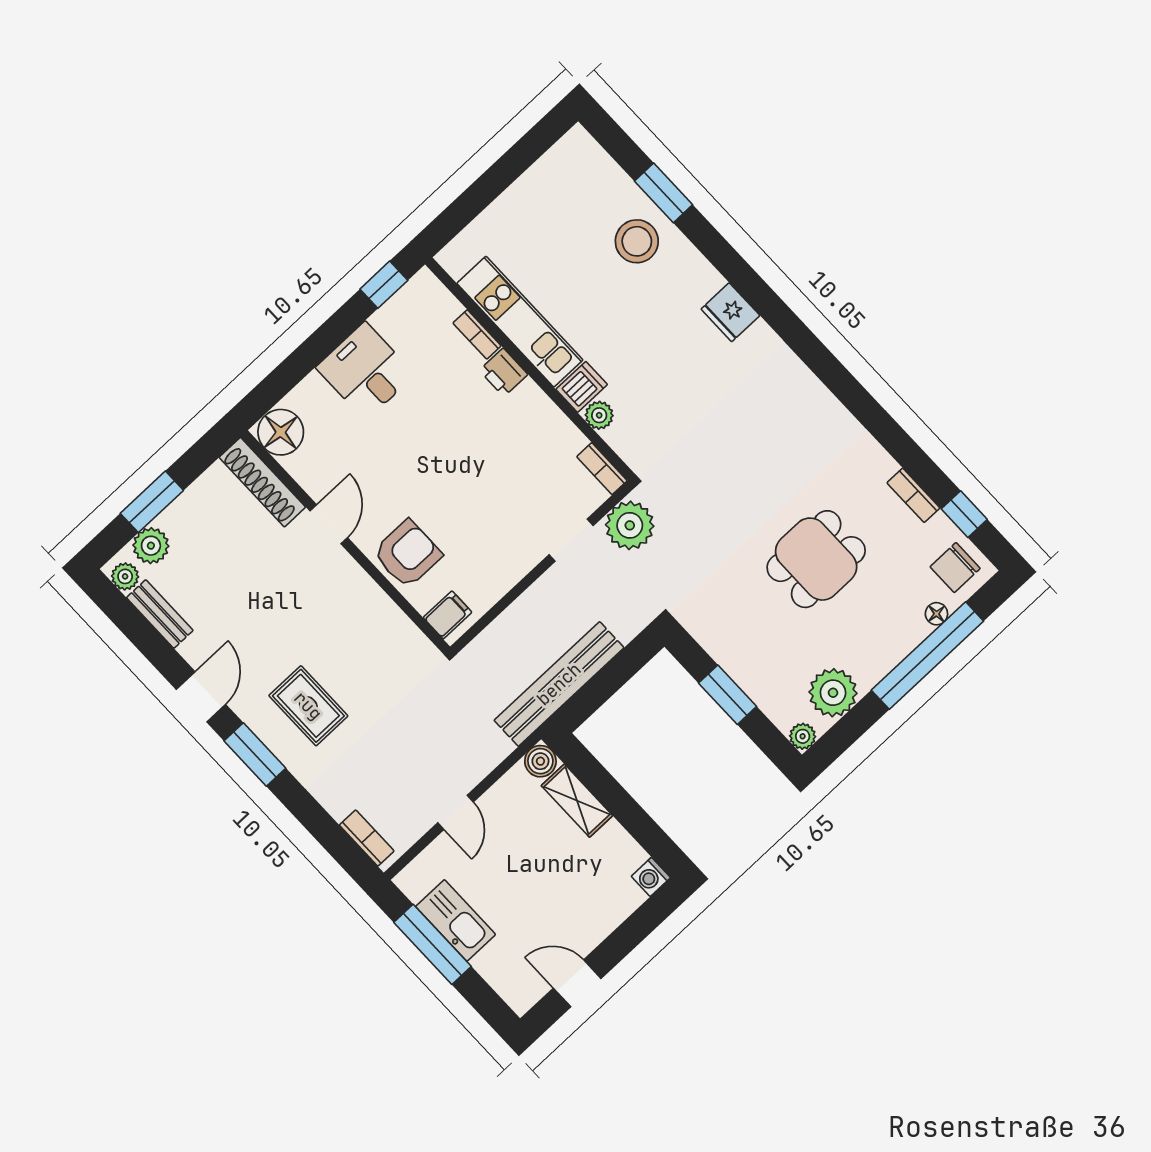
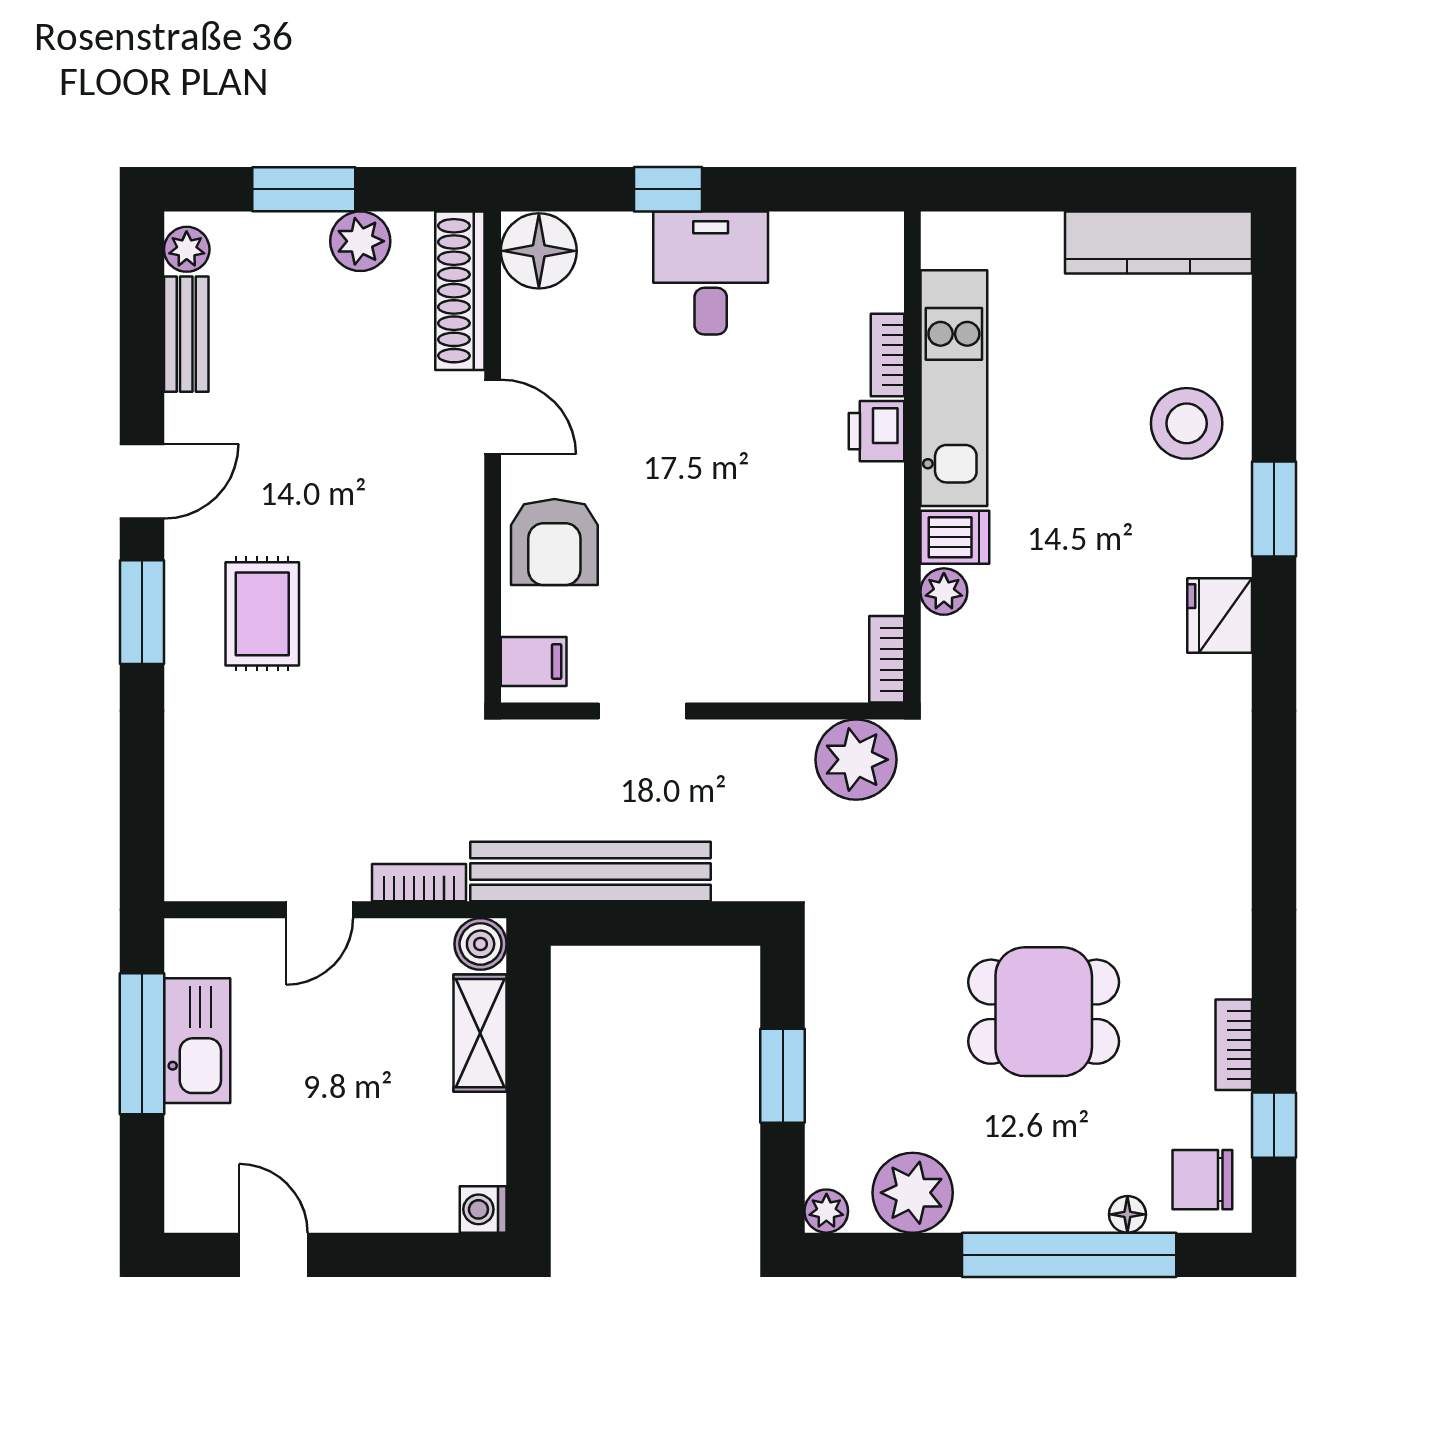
kitchen counter: (550, 173) -> (1159, 242), added
window: (663, 193) -> (1274, 509), moved
window: (384, 285) -> (668, 189), moved
door: (329, 524) -> (493, 417), hinge flipped
doorway: (571, 540) -> (642, 711), moved
plant: (151, 546) -> (360, 241), moved
armchair: (407, 554) -> (554, 542), turned 90
bookcase: (367, 838) -> (419, 883), moved, turned -90

